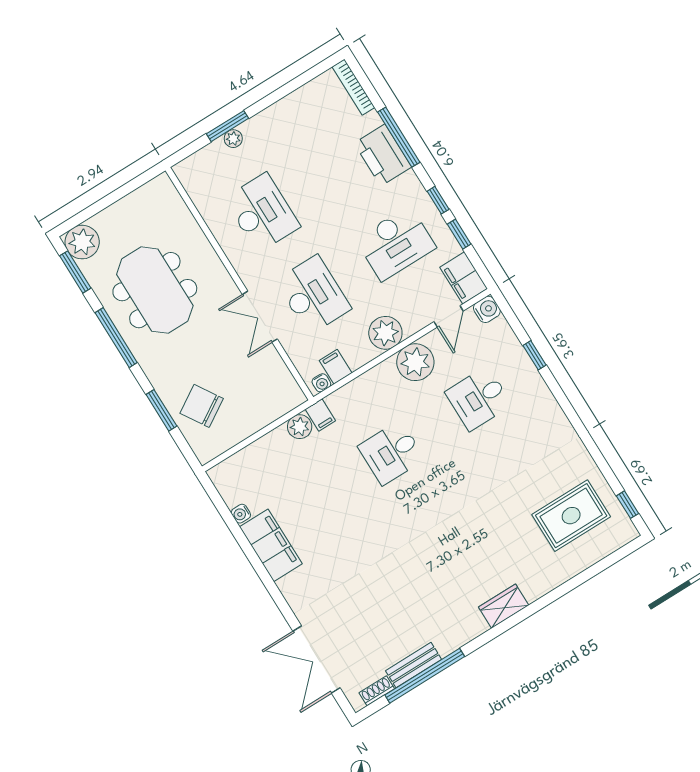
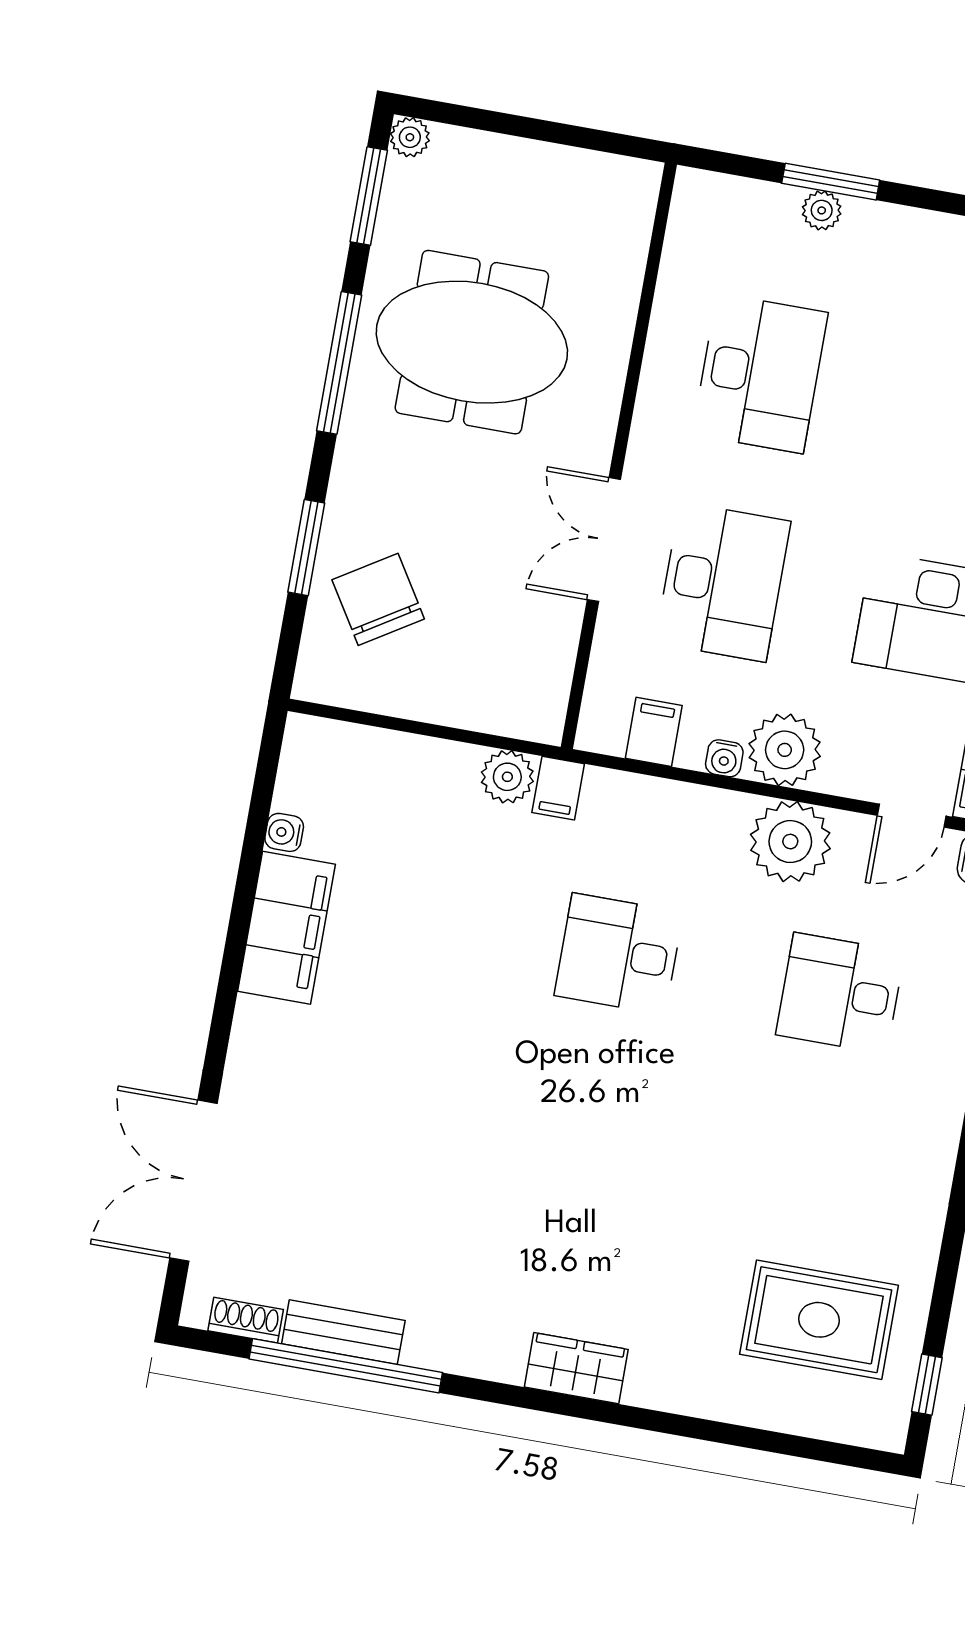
plant: (82, 242) -> (410, 137), width x0.53, depth x0.53
meeting table: (155, 290) -> (472, 342), turned 90
water cooler: (321, 383) -> (724, 758), moved

